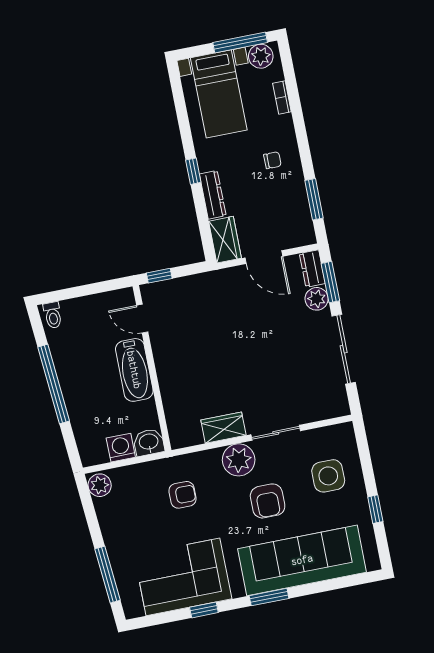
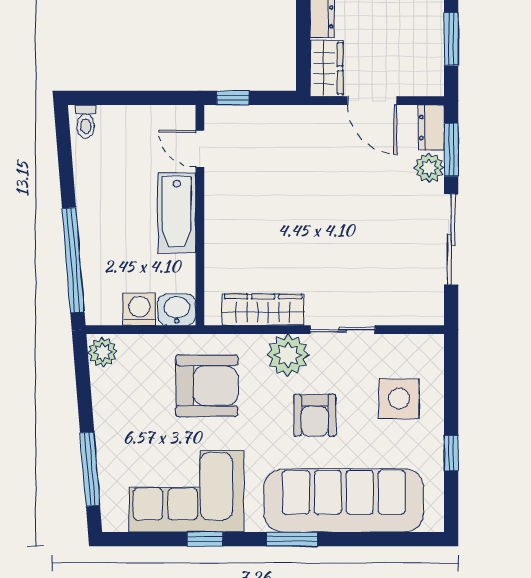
window: (54, 384) -> (73, 260), moved
wardrobe: (223, 428) -> (263, 310), width x1.50
armchair: (182, 495) -> (207, 386), width x1.88, depth x1.88

